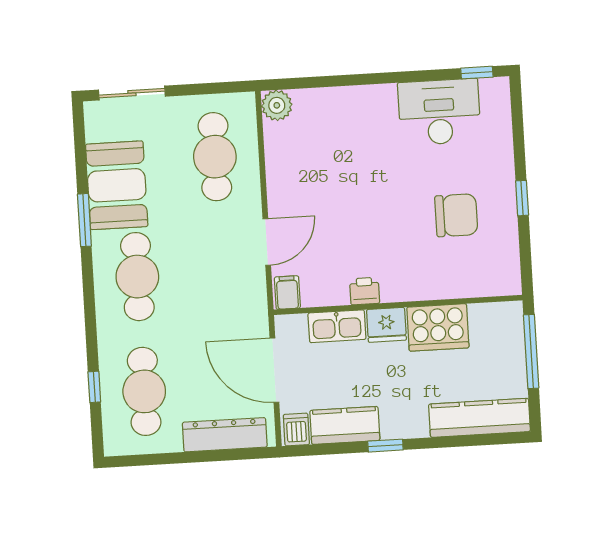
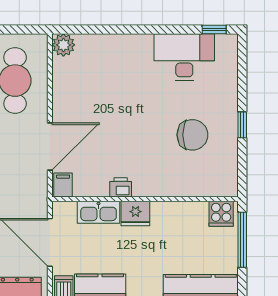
door: (267, 242) -> (50, 146), width x1.36
cooker: (438, 327) -> (221, 214), moved, width x0.53, depth x0.76

